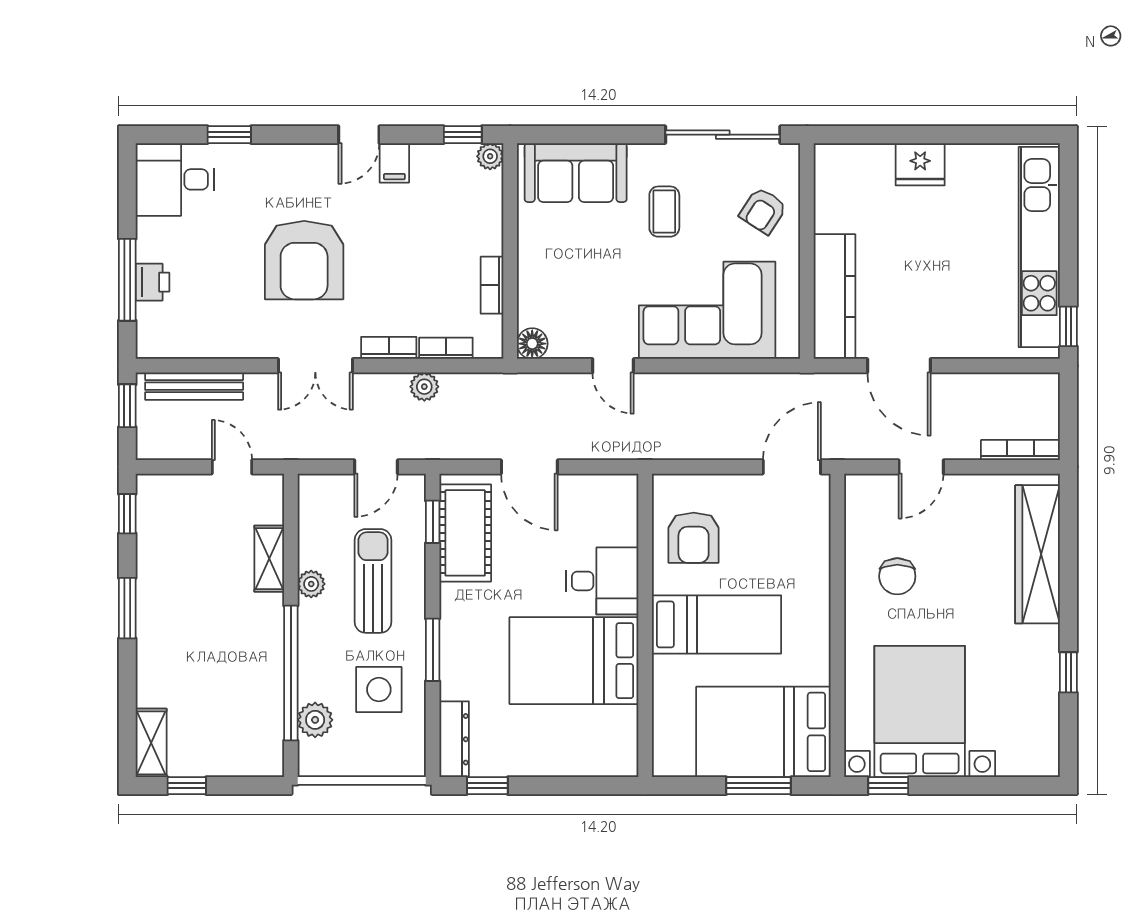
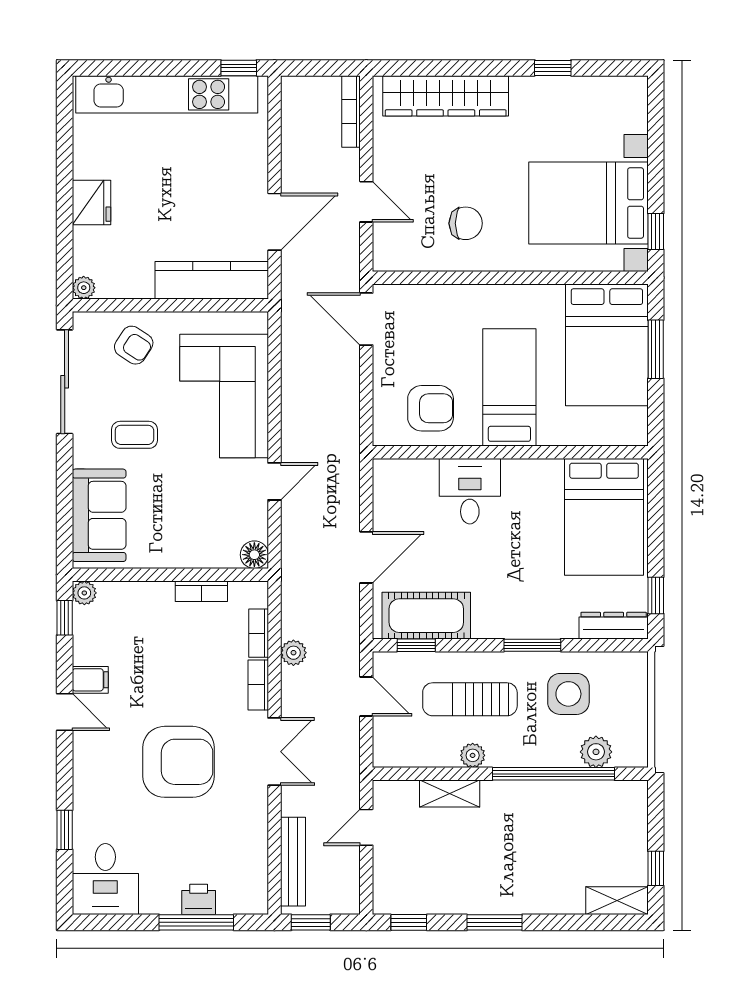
plant: (826, 156) -> (84, 288), added
bed: (574, 661) -> (604, 517), moved

